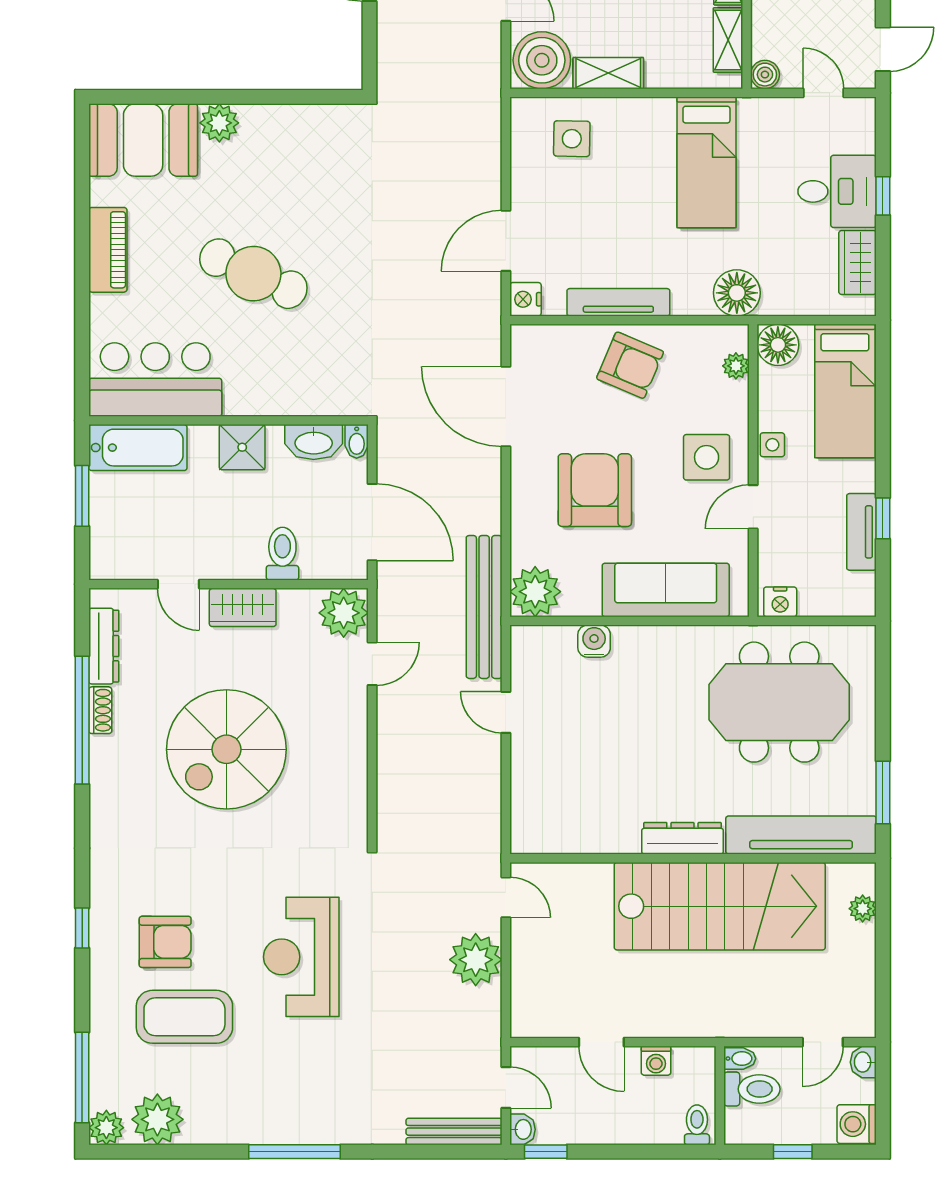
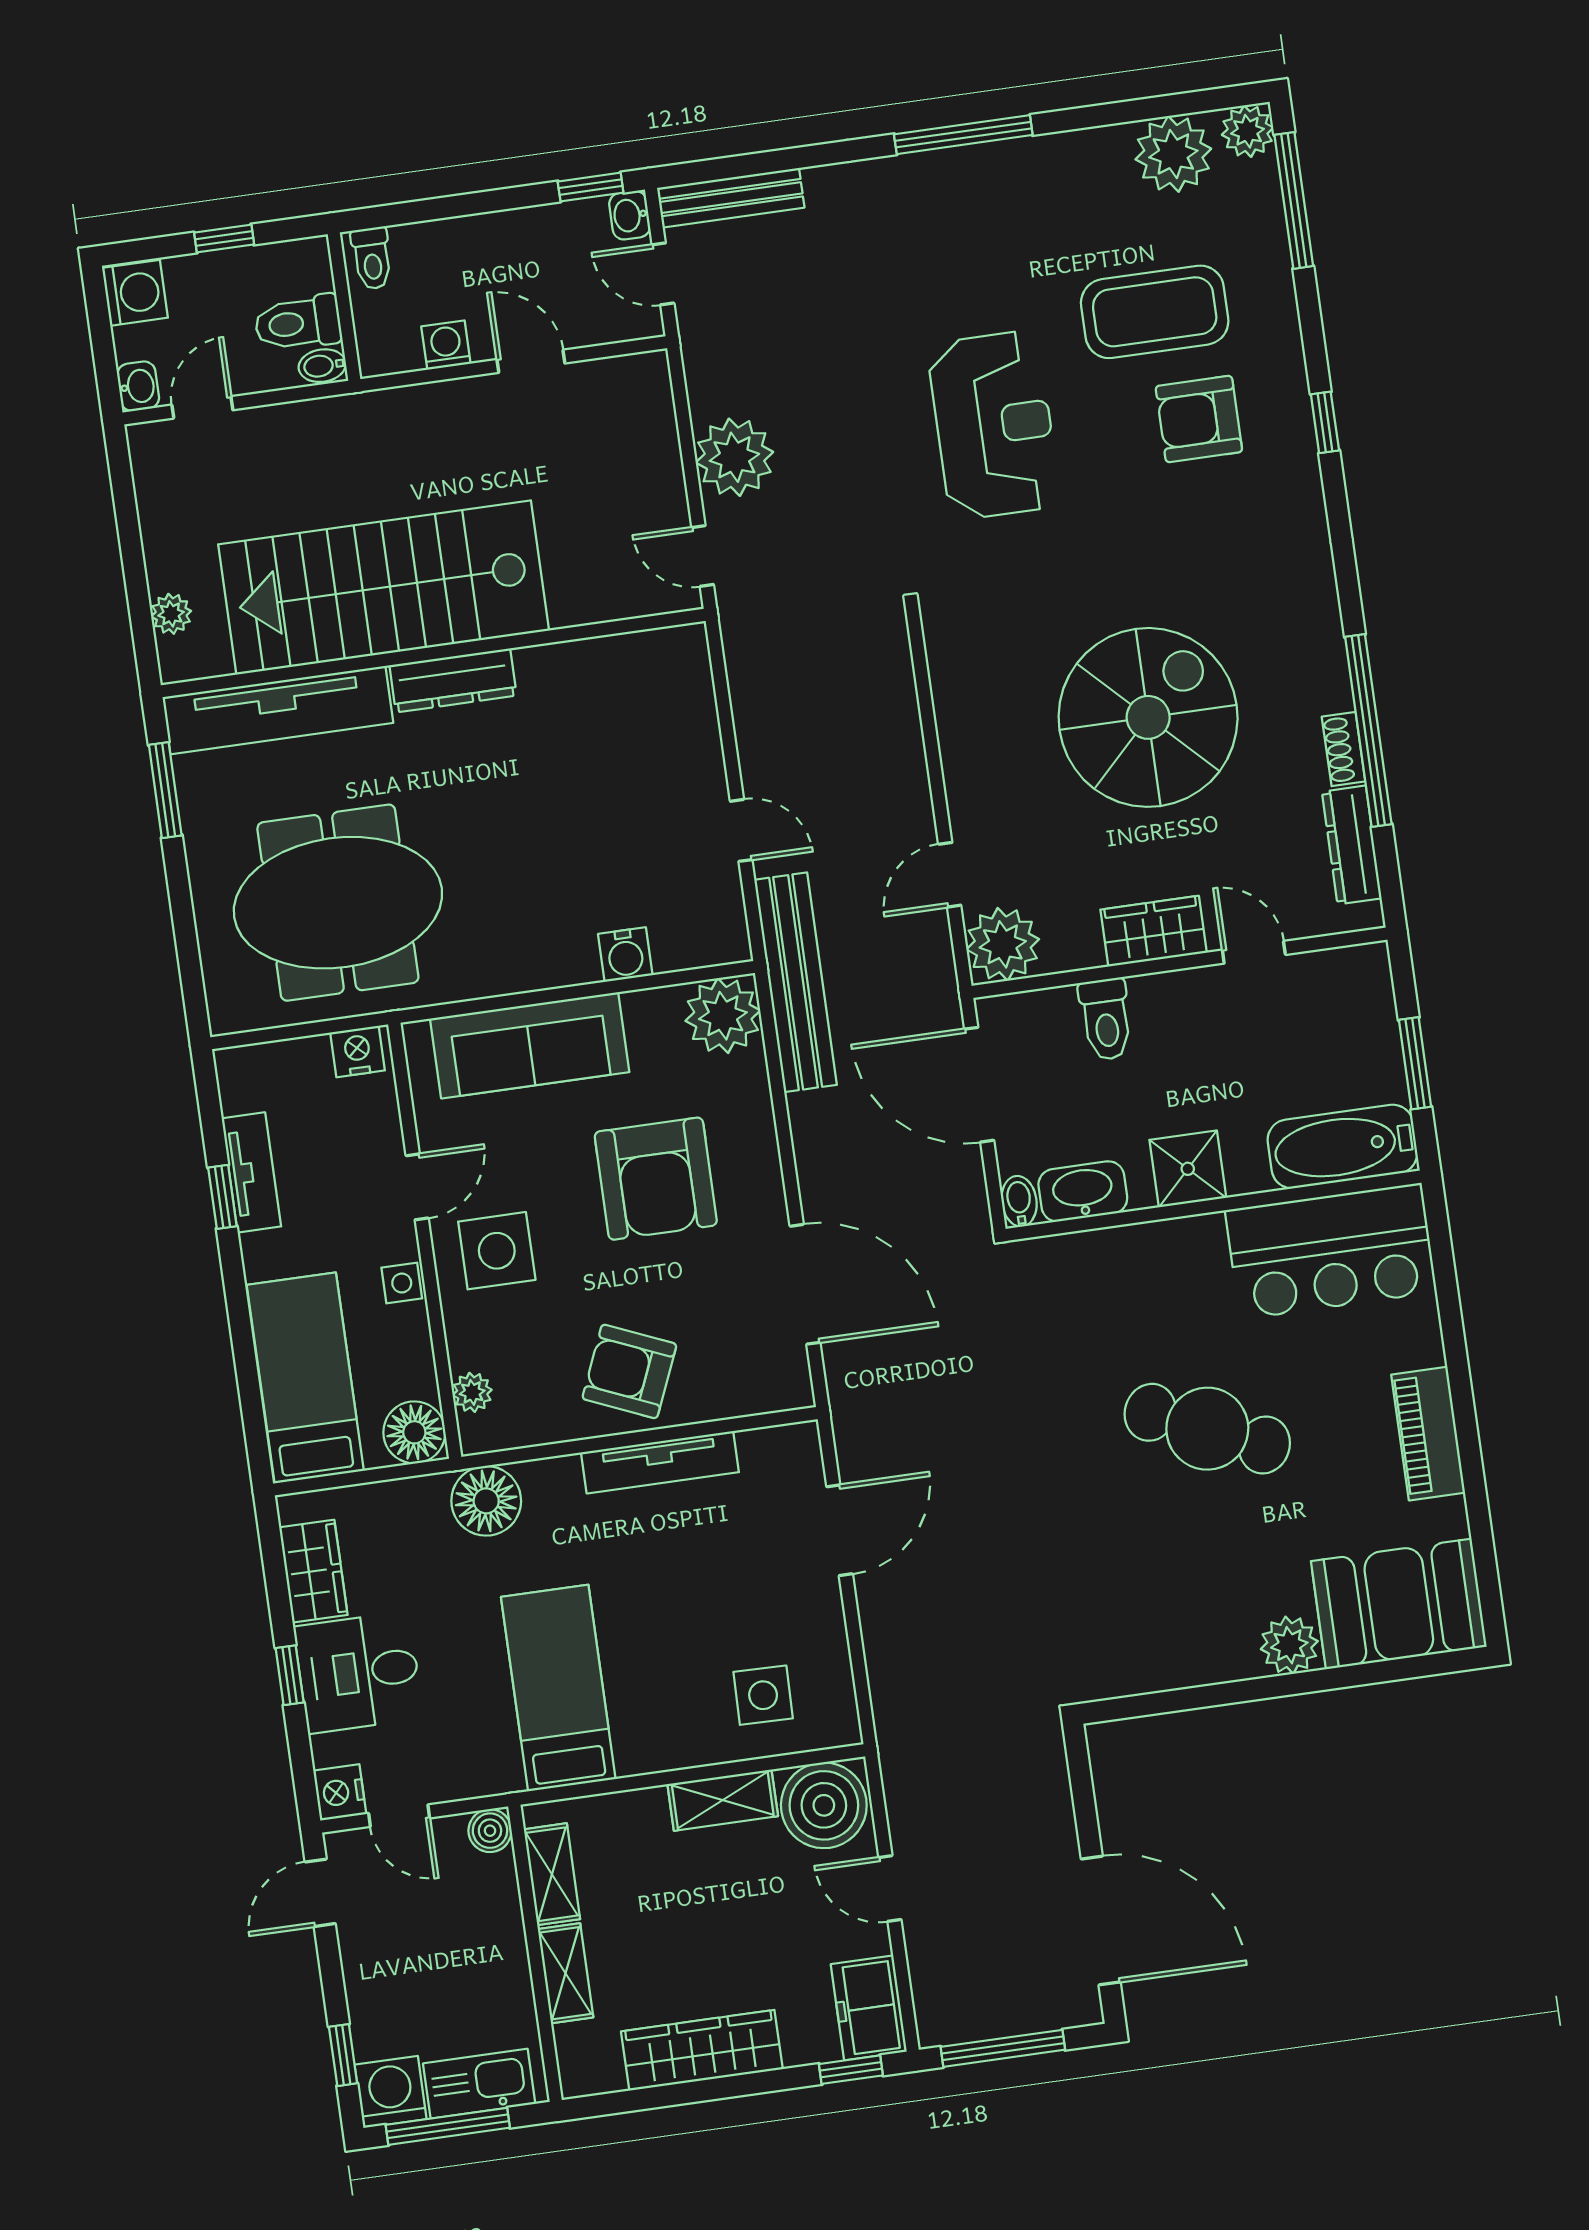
nightstand: (525, 299) -> (340, 1792), moved, turned 180

